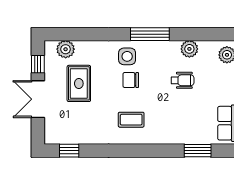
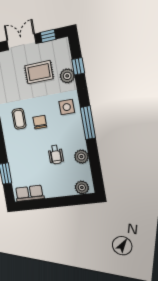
window: (81, 34) -> (78, 66), added
plant: (66, 49) -> (67, 76), moved
chair: (131, 80) -> (40, 122), moved

